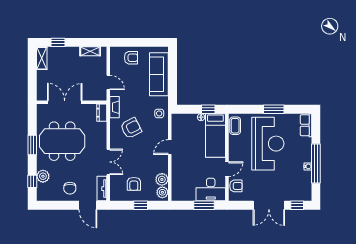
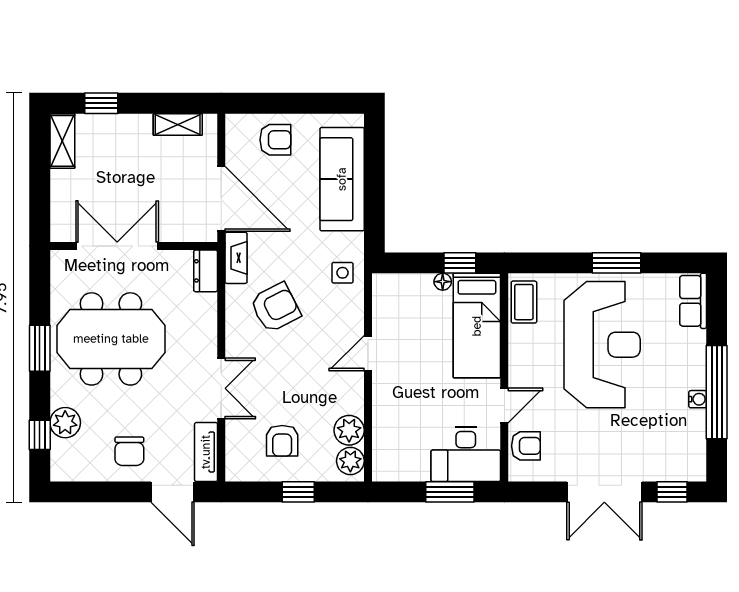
door: (108, 82) -> (221, 199), width x1.87

